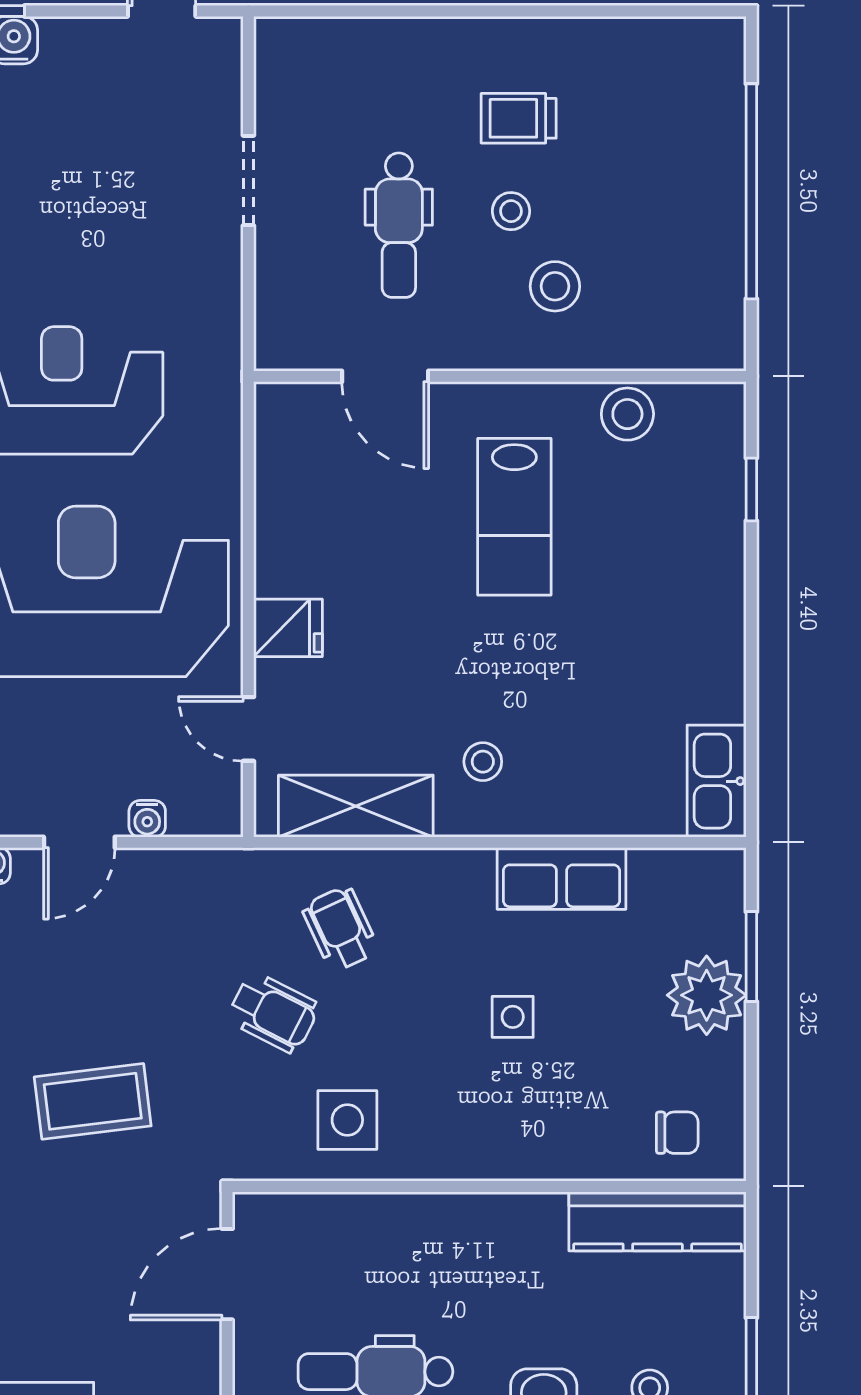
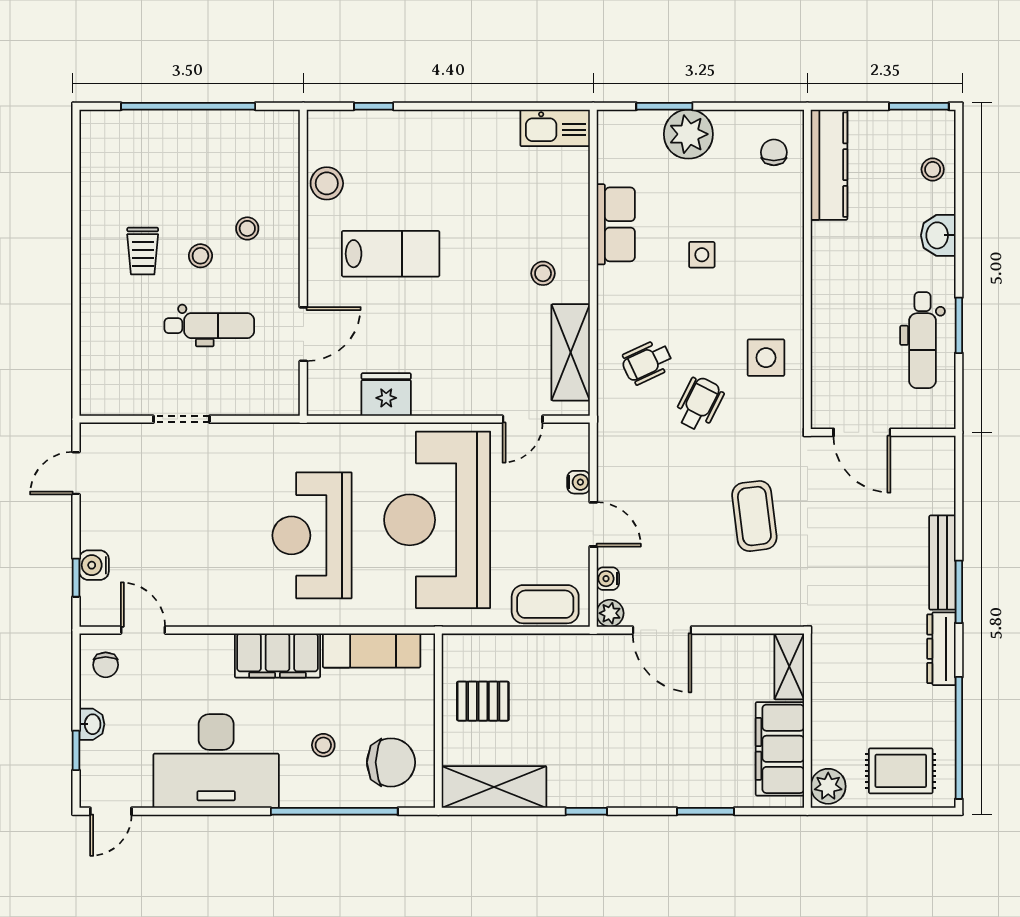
stool: (555, 286) -> (247, 228), width x0.73, depth x0.73
fridge: (288, 628) -> (386, 395), moved, width x1.38

